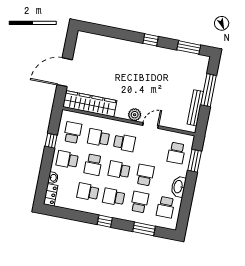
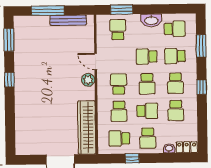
school desk: (176, 153) -> (118, 30), turned -90

